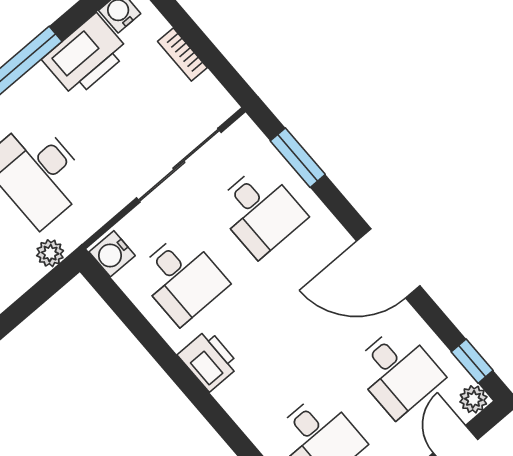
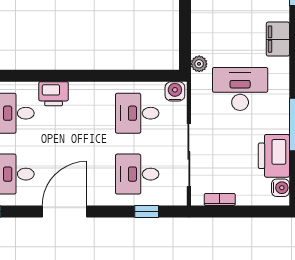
bookcase: (182, 55) -> (220, 199), moved
window: (298, 158) -> (147, 212), width x0.67
printer: (209, 360) -> (54, 94), moved

